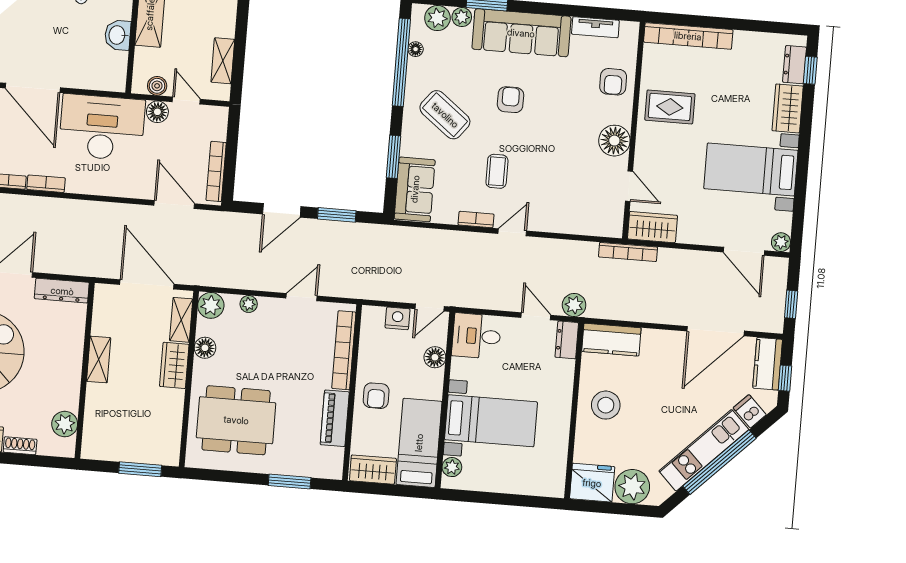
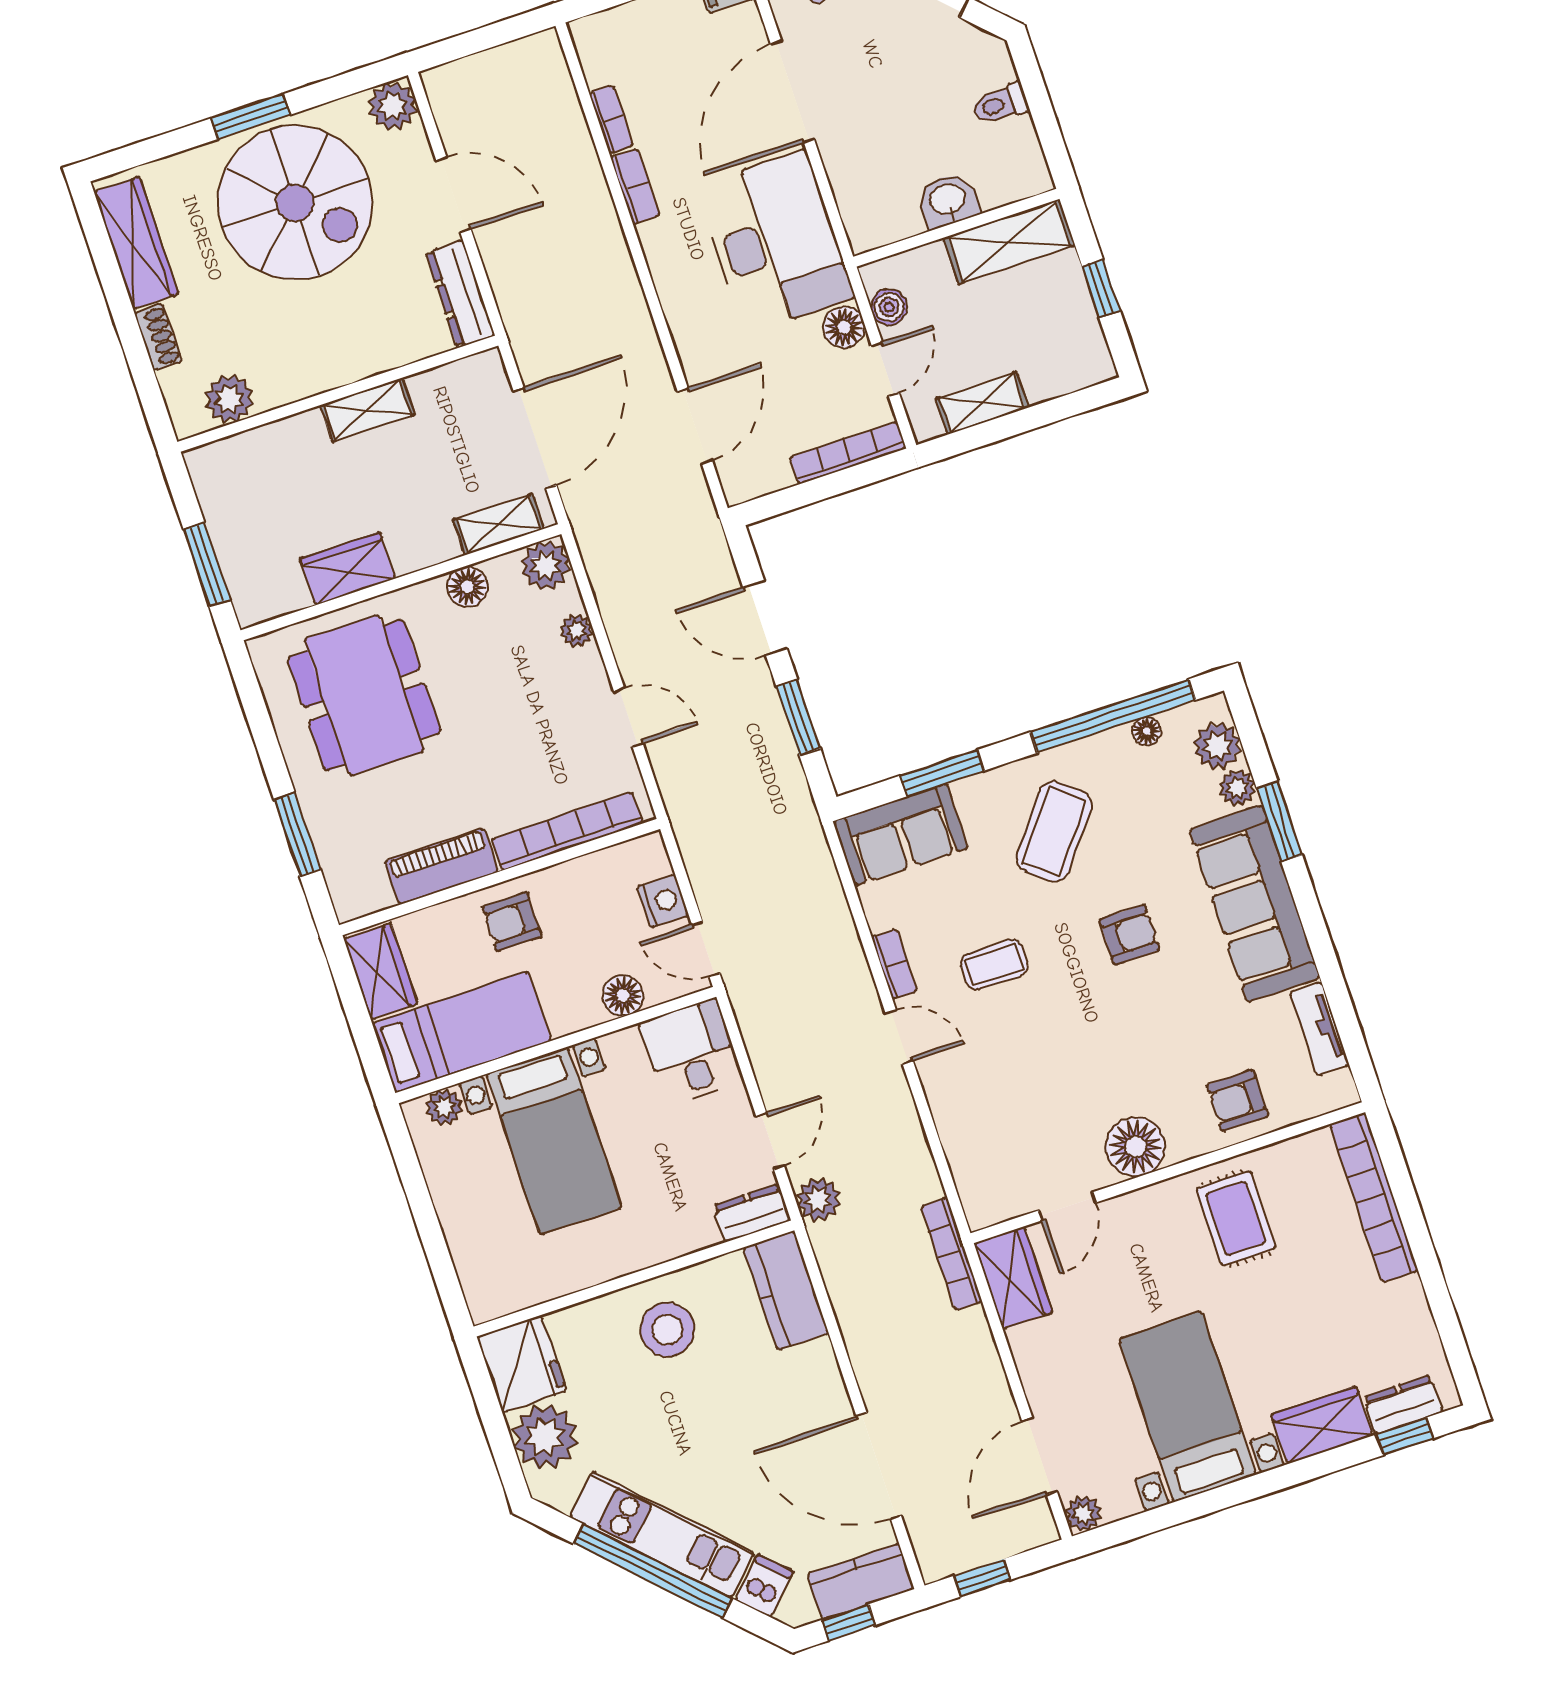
bookcase: (216, 171) -> (848, 453), moved
wardrobe: (174, 365) -> (348, 569), moved

